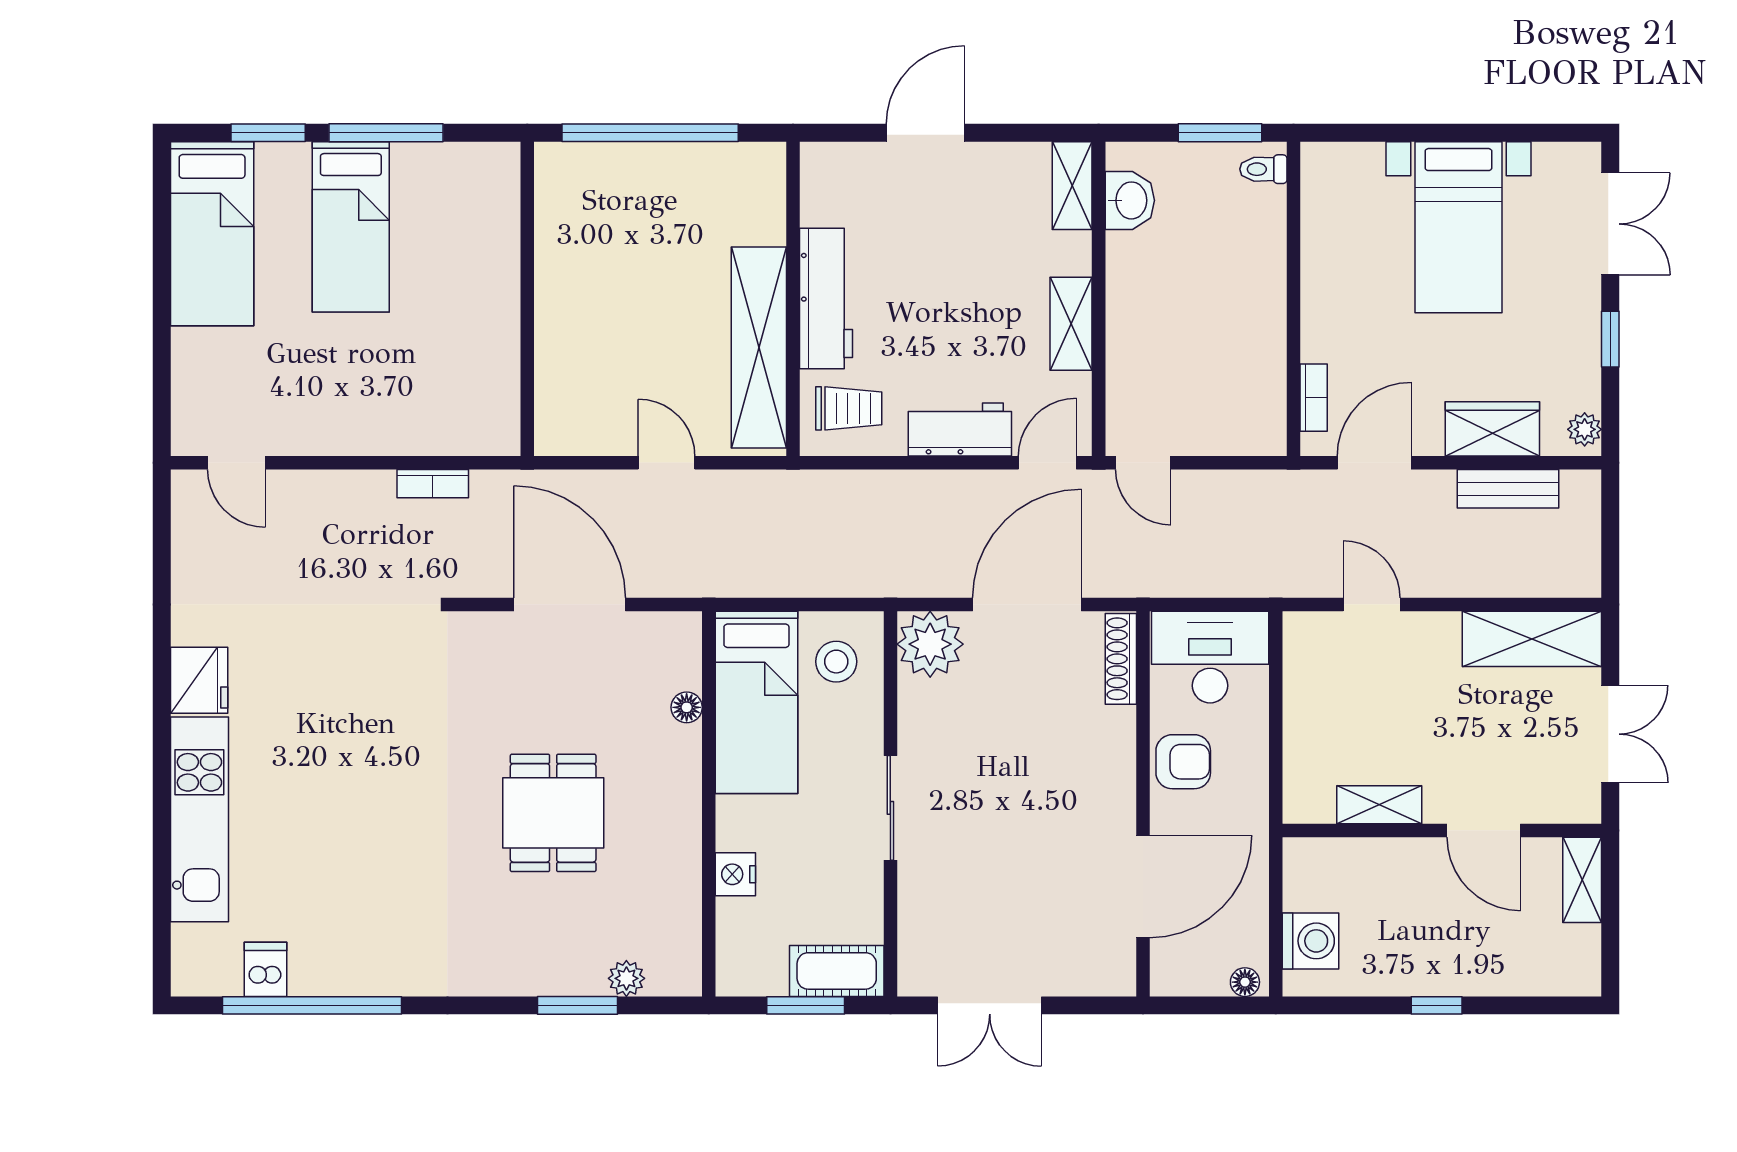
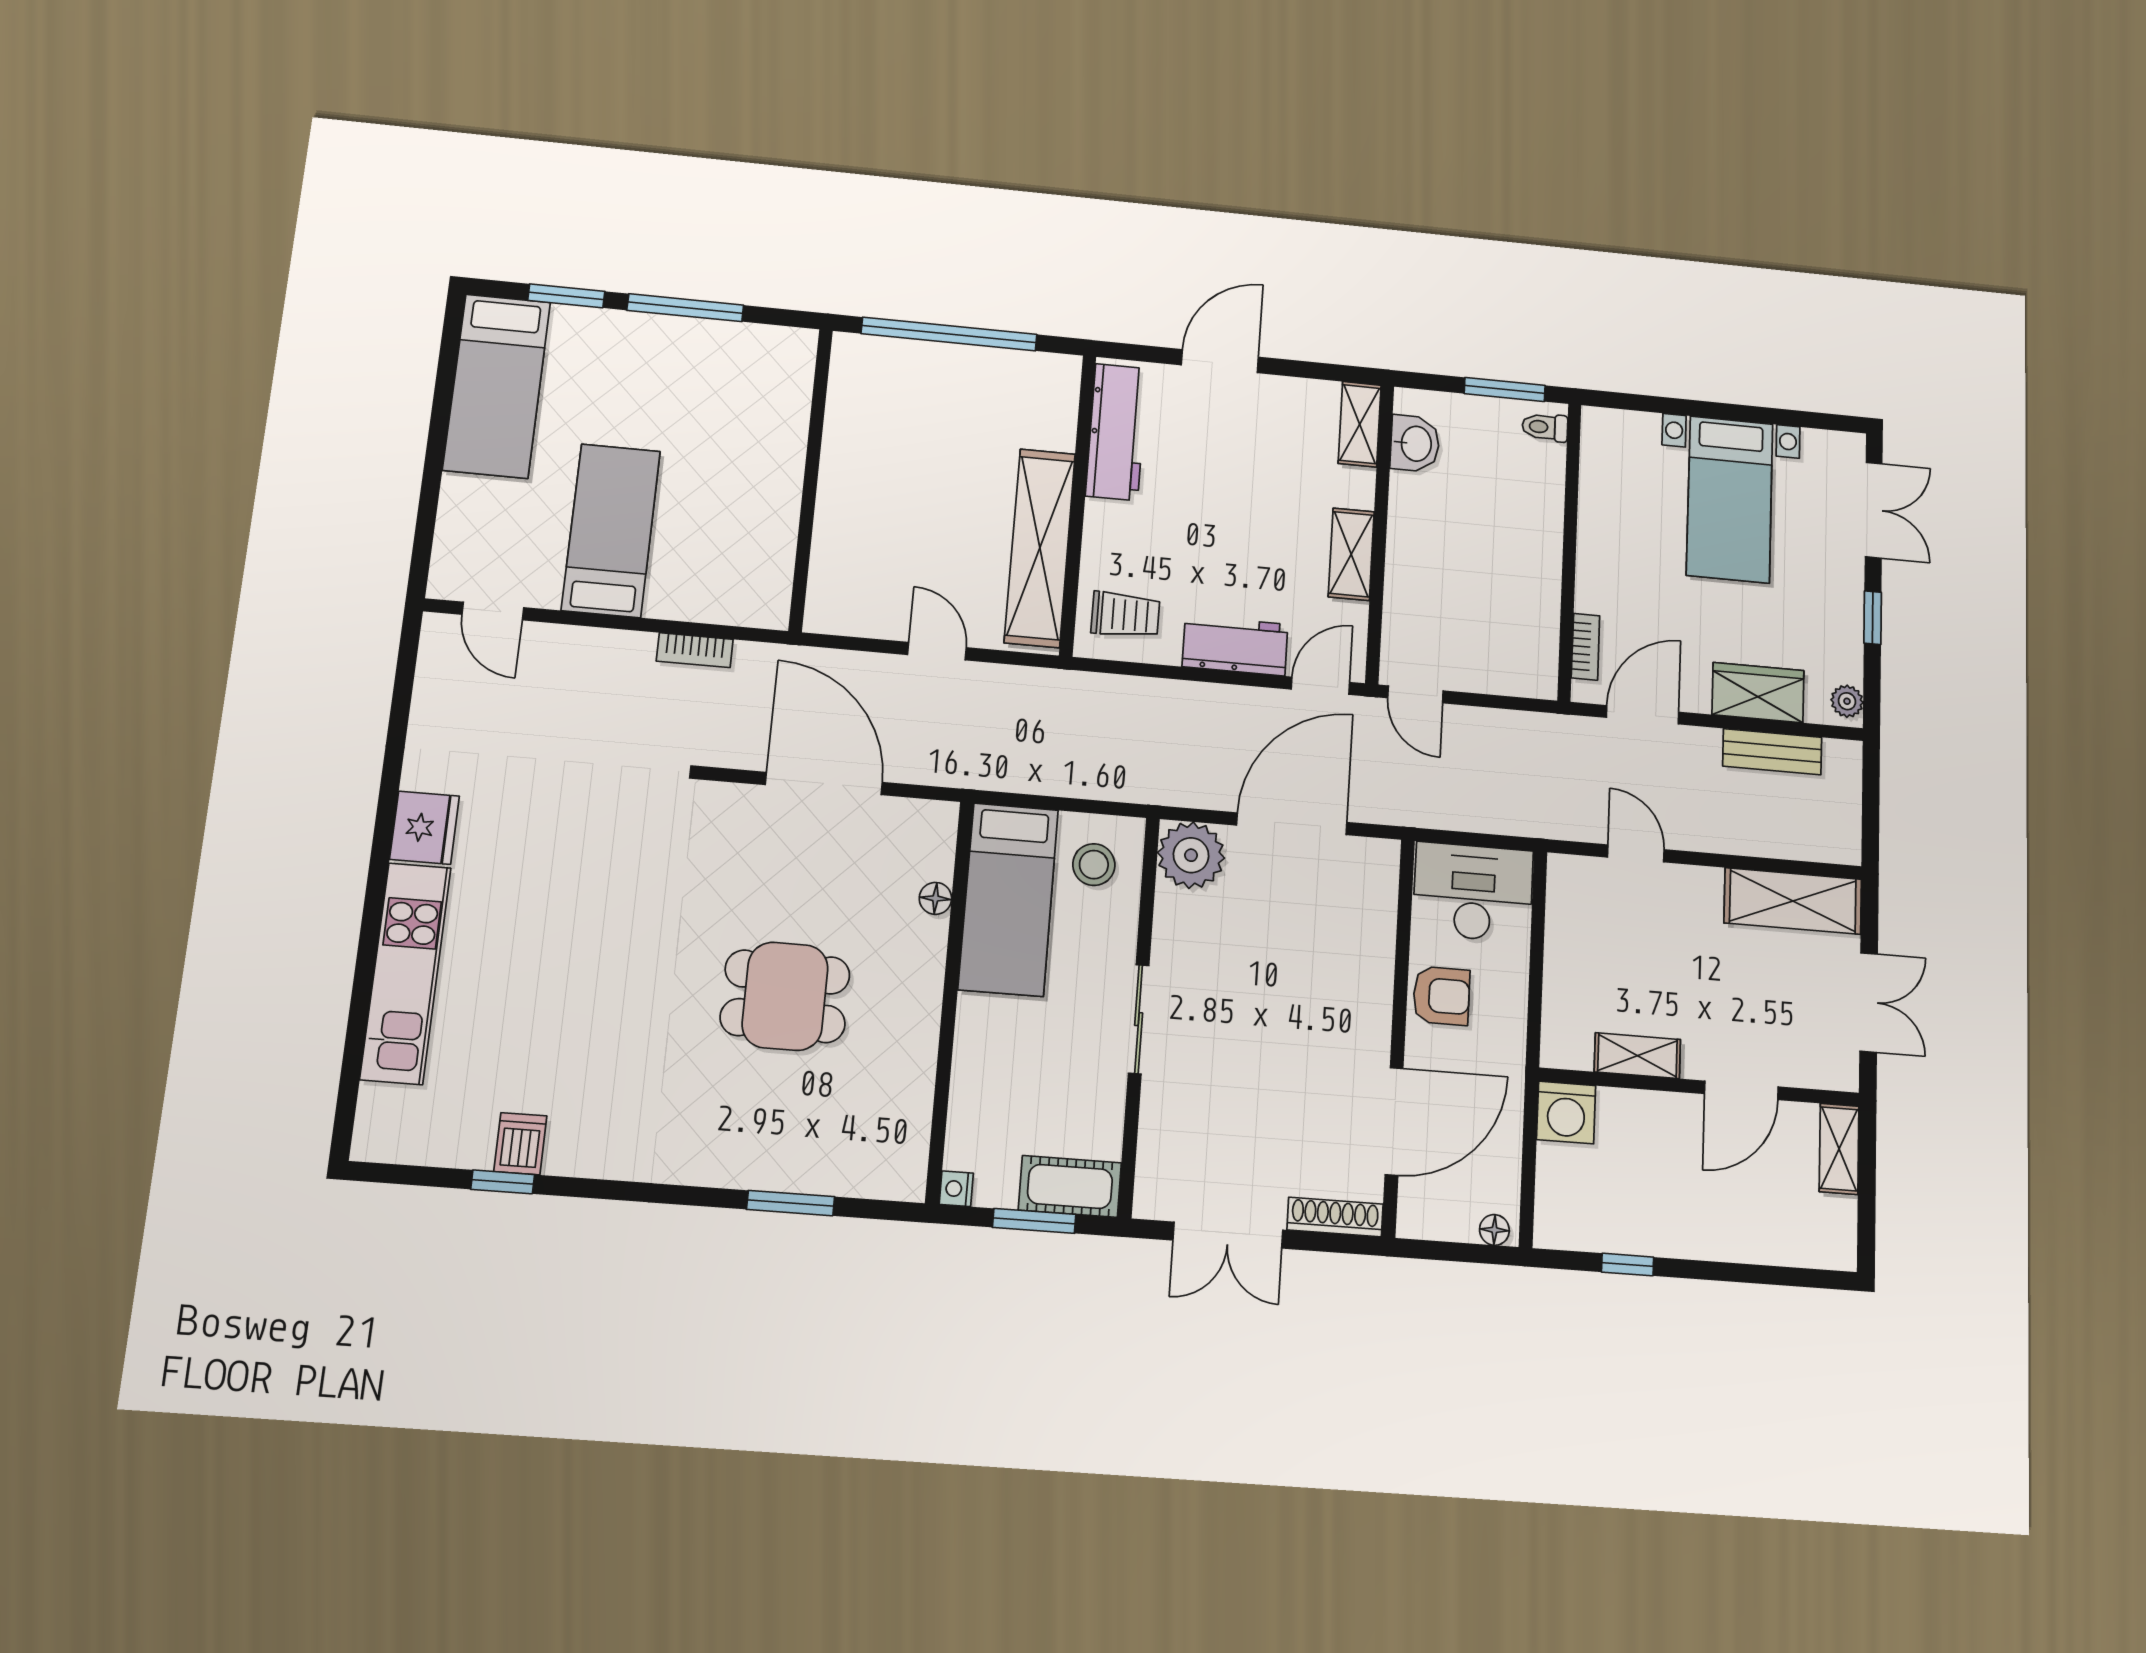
bed: (351, 227) -> (611, 530), moved, turned 180
workbench: (826, 298) -> (1116, 432), moved
shoe rack: (1121, 659) -> (1335, 1217), moved, turned 90
dining table: (553, 813) -> (785, 996), turned 90
door: (1484, 830) -> (1741, 1090), hinge flipped
nightstand: (735, 874) -> (956, 1189), moved, width x0.72, depth x0.74
washing machine: (1311, 941) -> (1566, 1113), moved, turned 90
dishwasher: (265, 969) -> (520, 1144), moved
plant: (626, 978) -> (846, 1178), removed
window: (312, 1005) -> (503, 1182), width x0.32
window: (1437, 1005) -> (1628, 1265), moved

